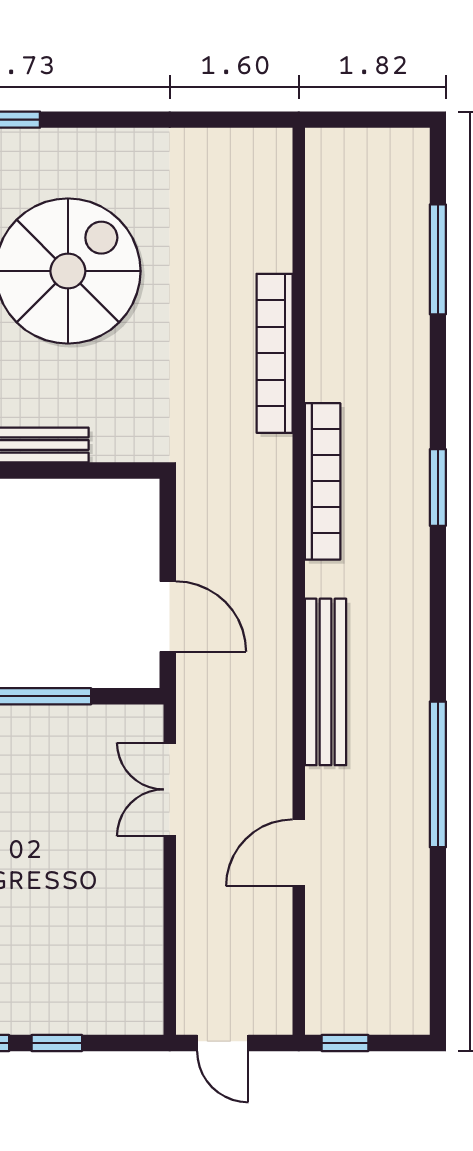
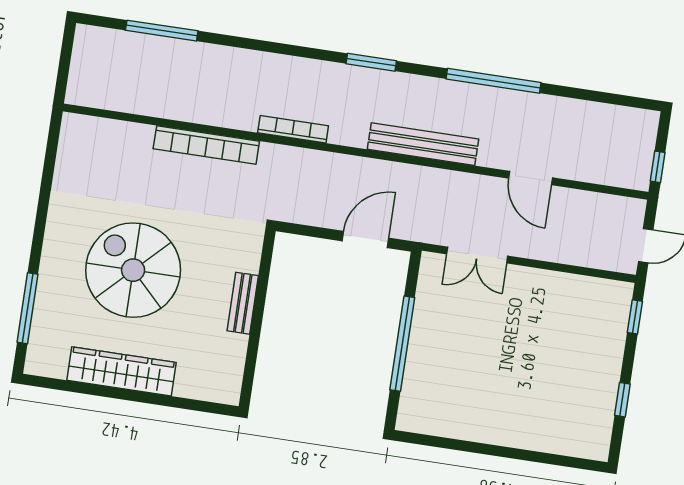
bookcase: (323, 481) -> (293, 129), width x0.68, depth x0.76
window: (438, 487) -> (371, 62), moved
window: (57, 1043) -> (635, 317), moved

